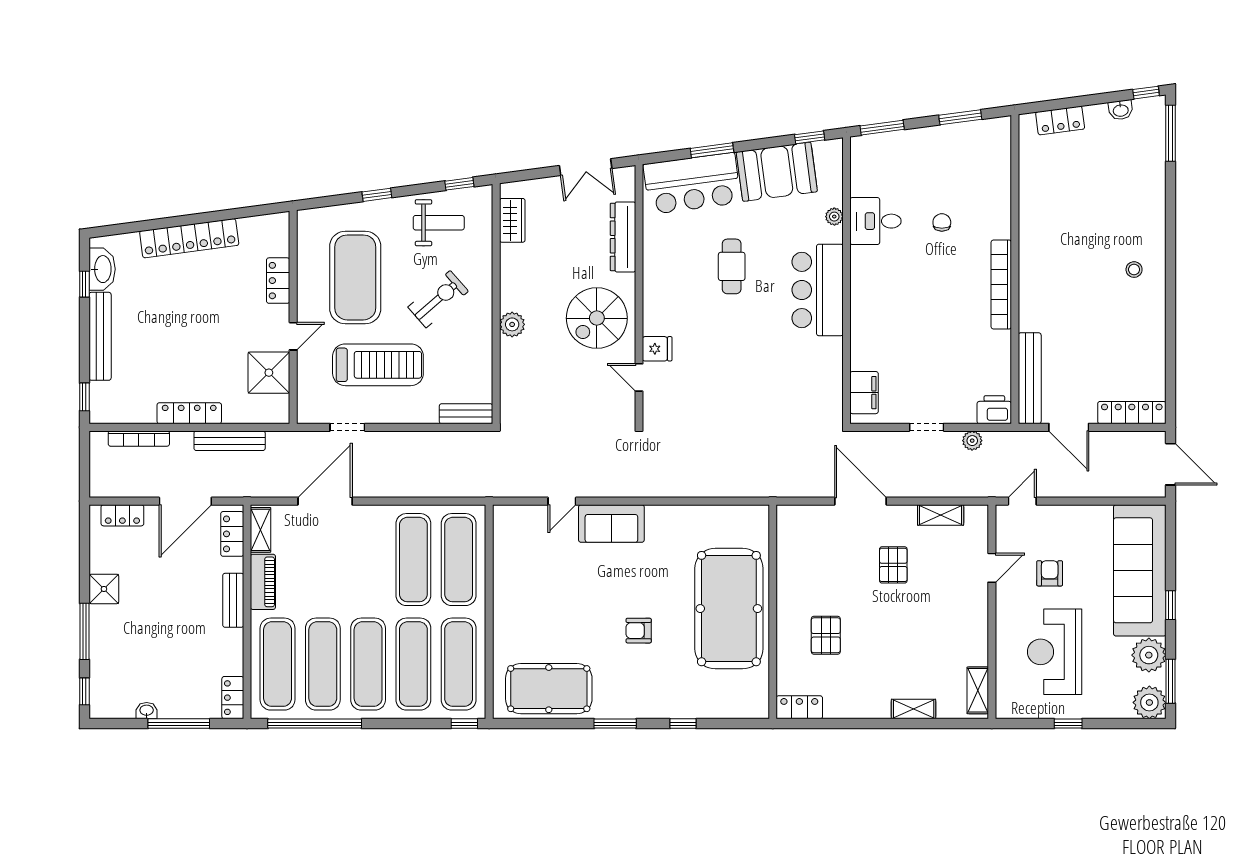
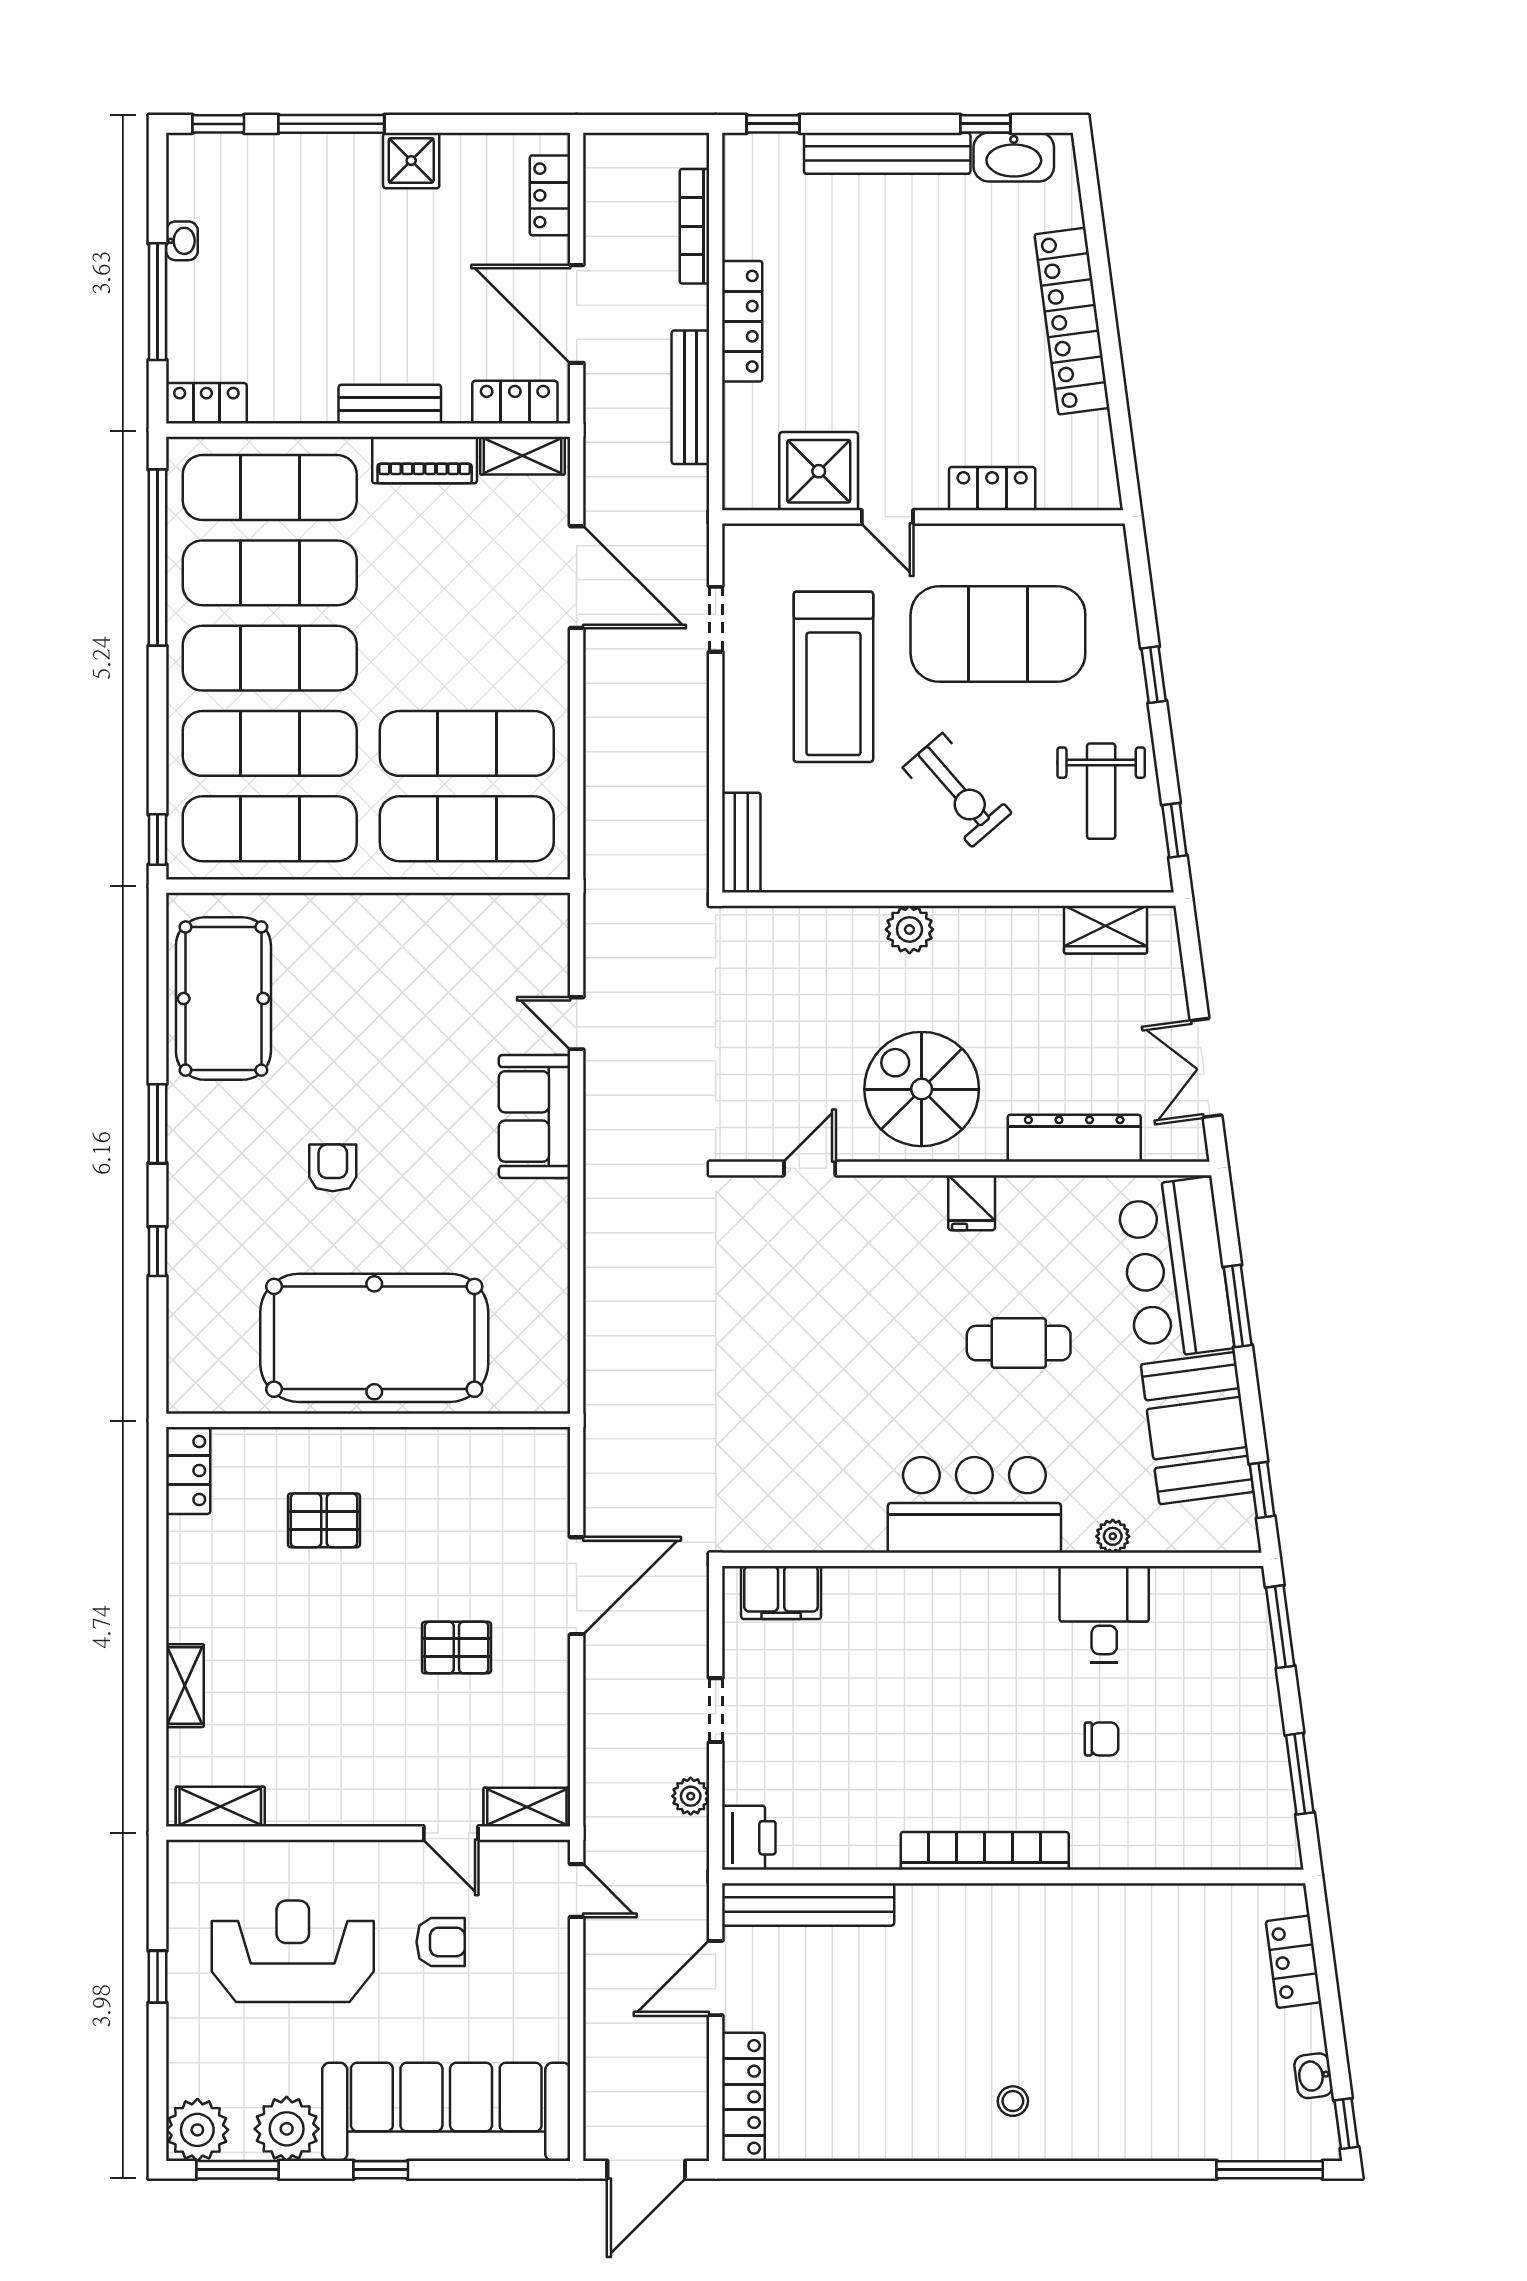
fridge: (657, 349) -> (972, 1203), moved
shelving: (941, 515) -> (527, 1807), moved, turned 90

